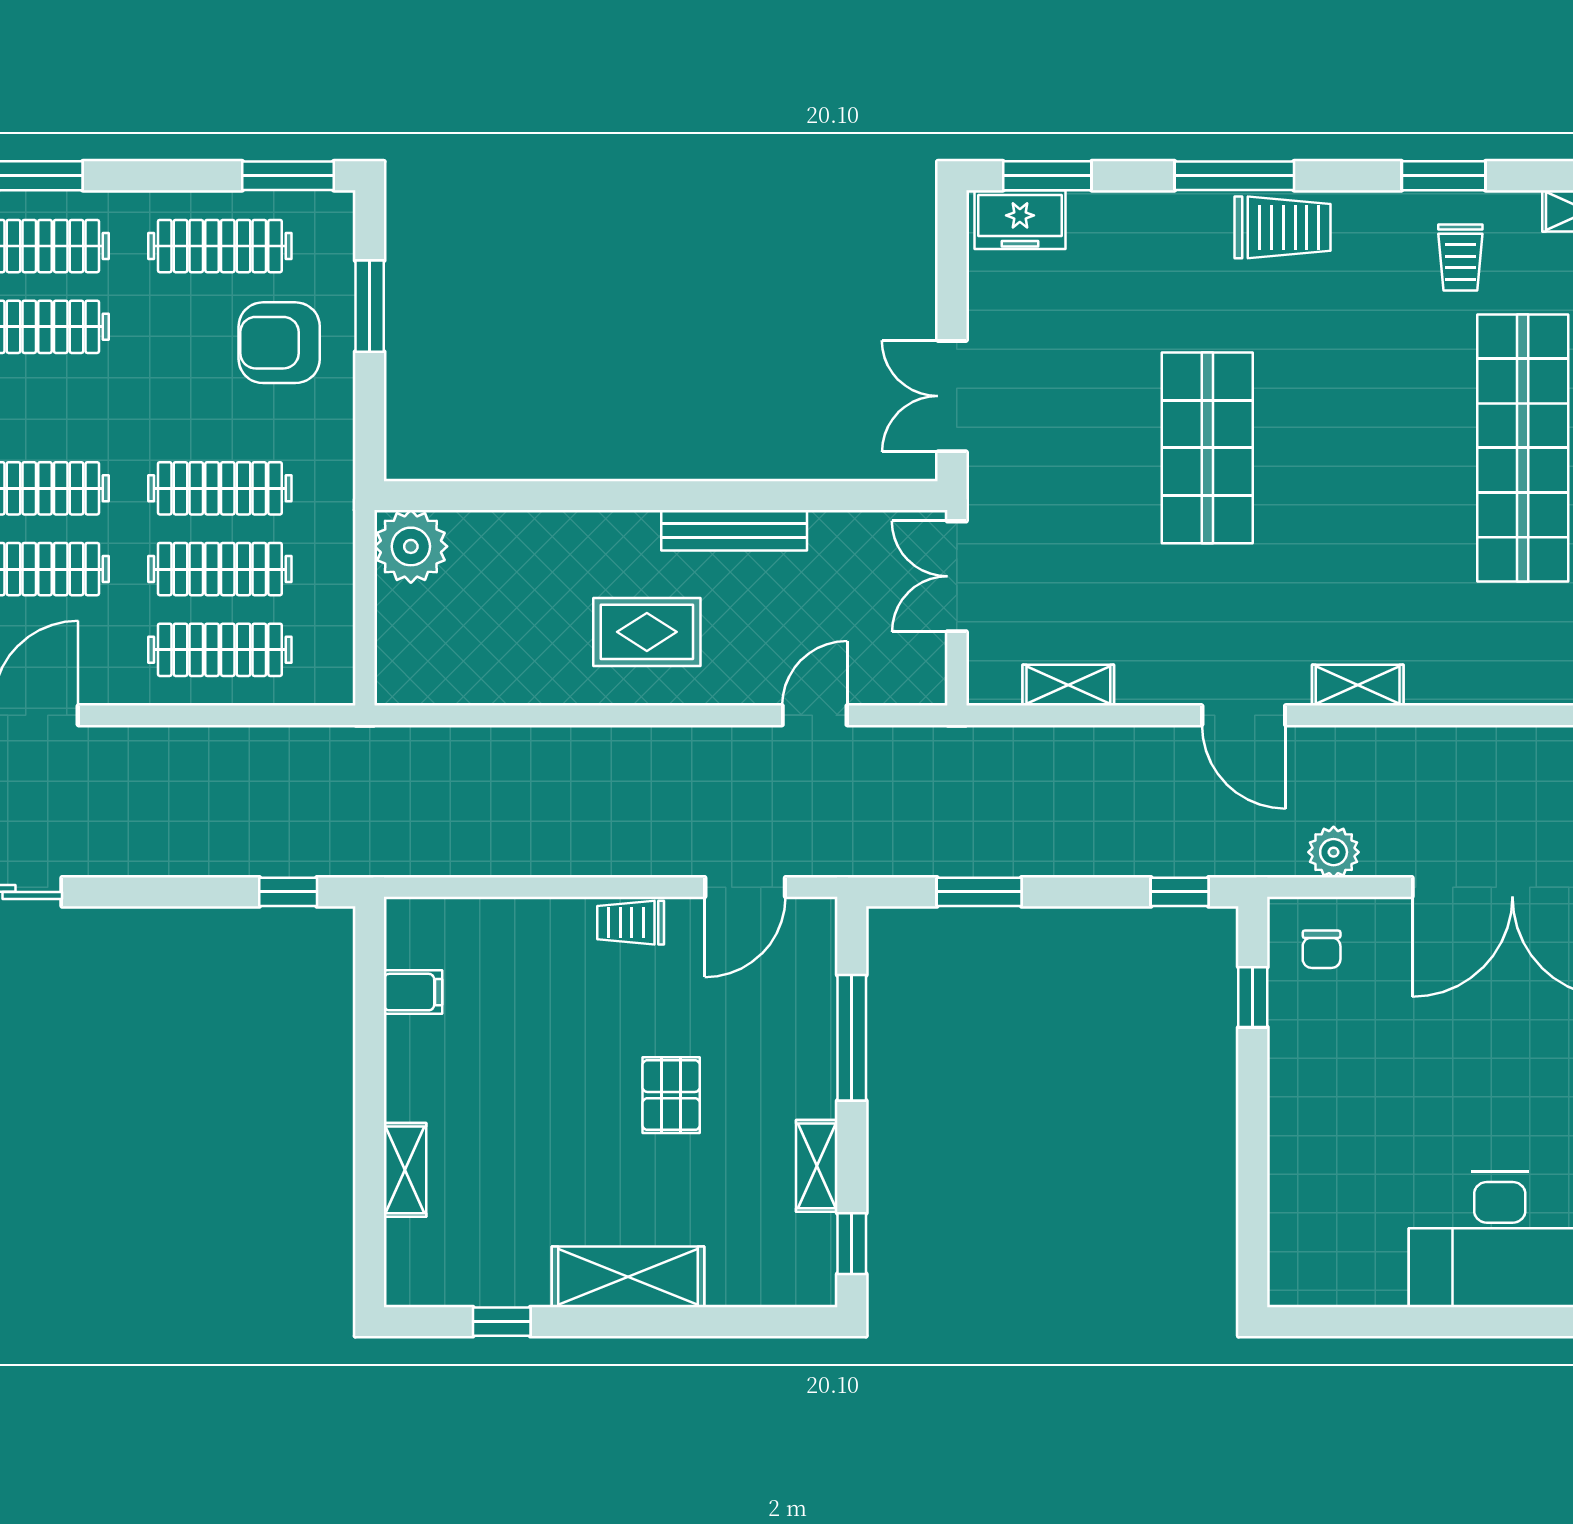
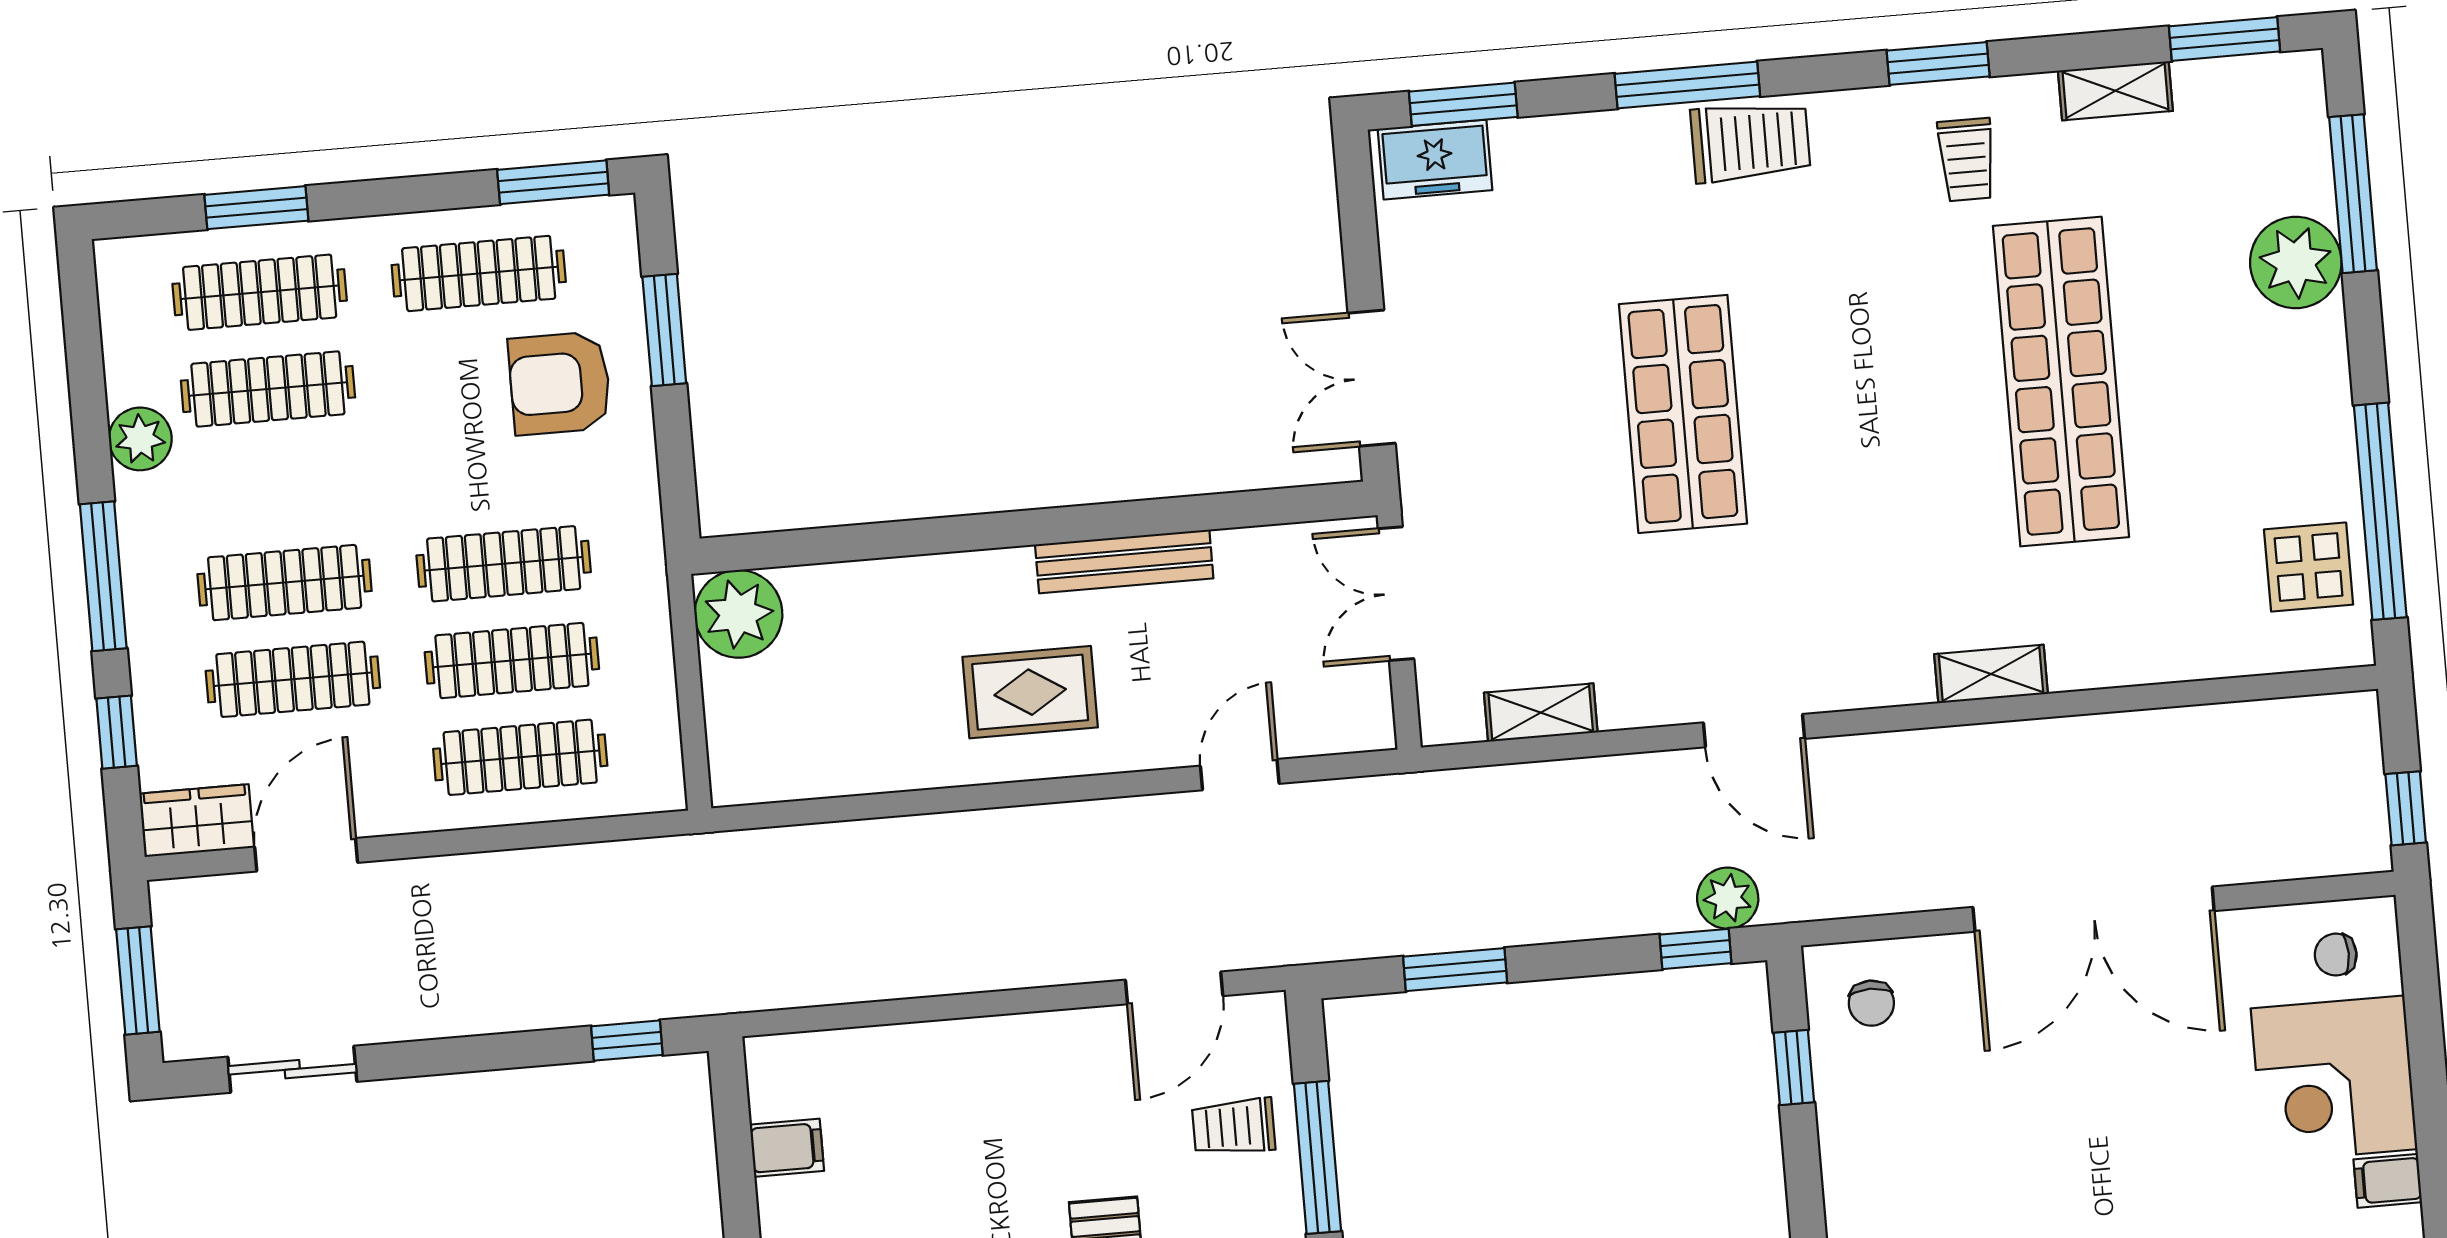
shelving: (1358, 685) -> (1991, 674), moved
plant: (1334, 852) -> (1728, 898), moved
trolley: (631, 923) -> (1234, 1127), moved

